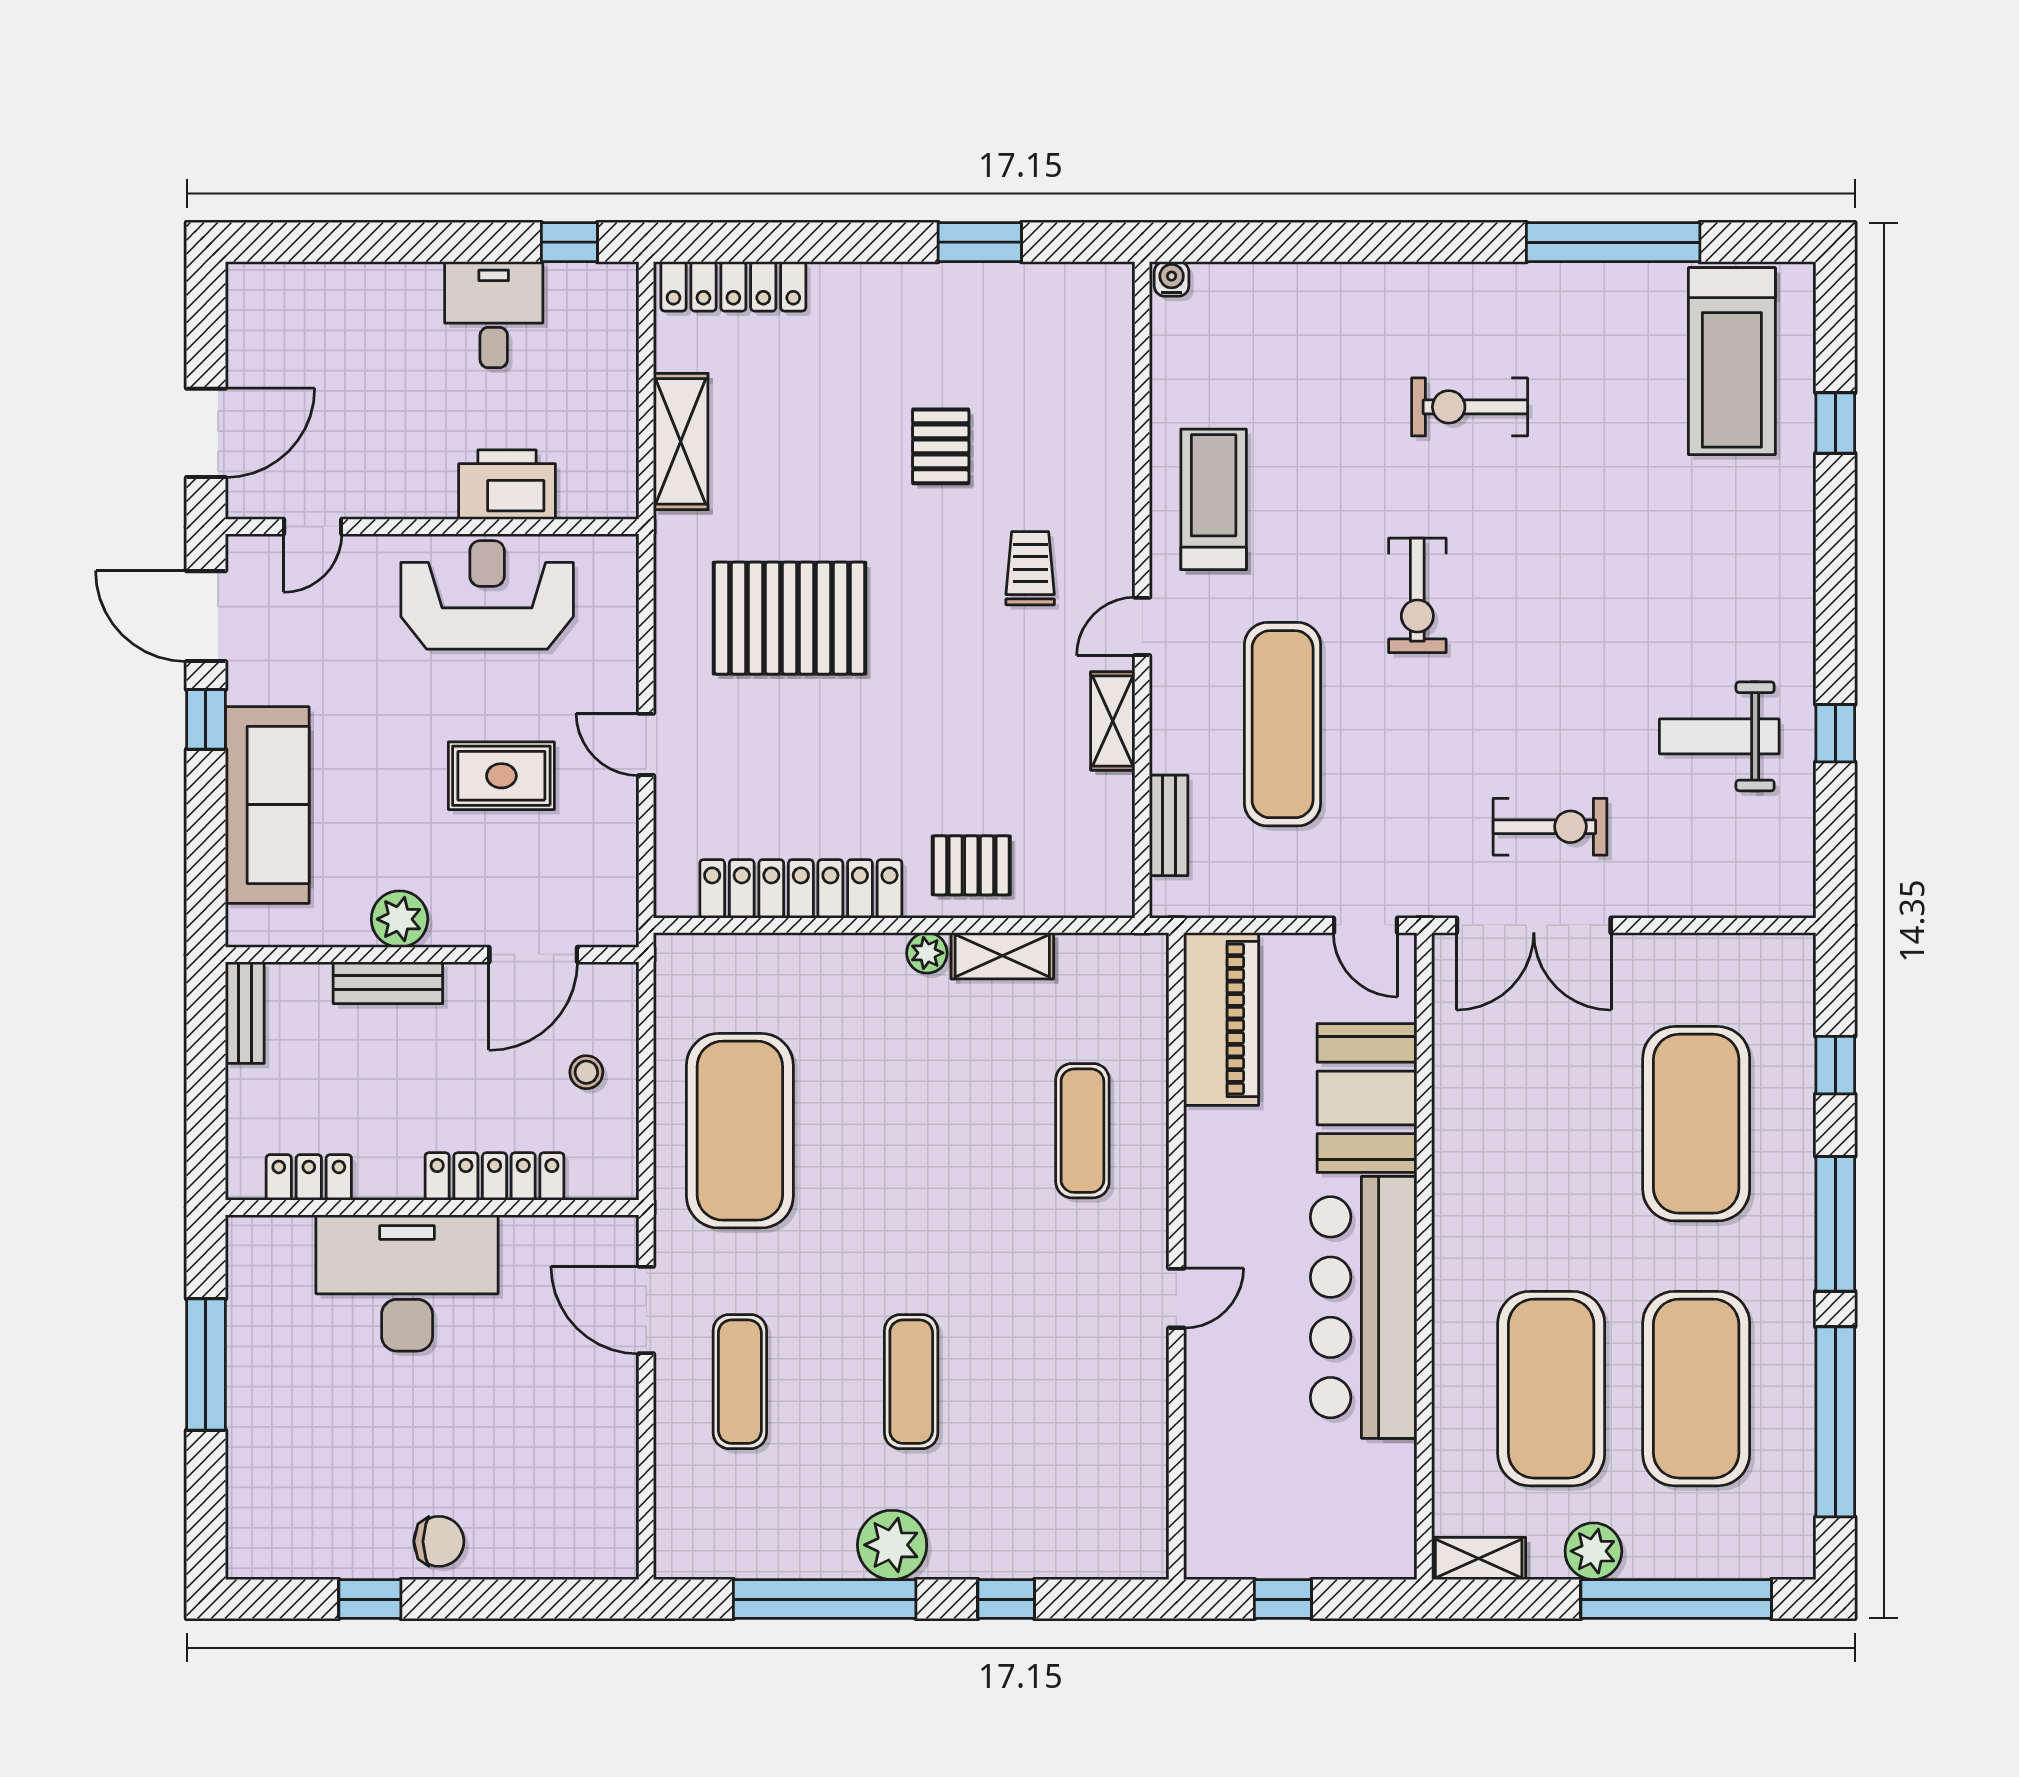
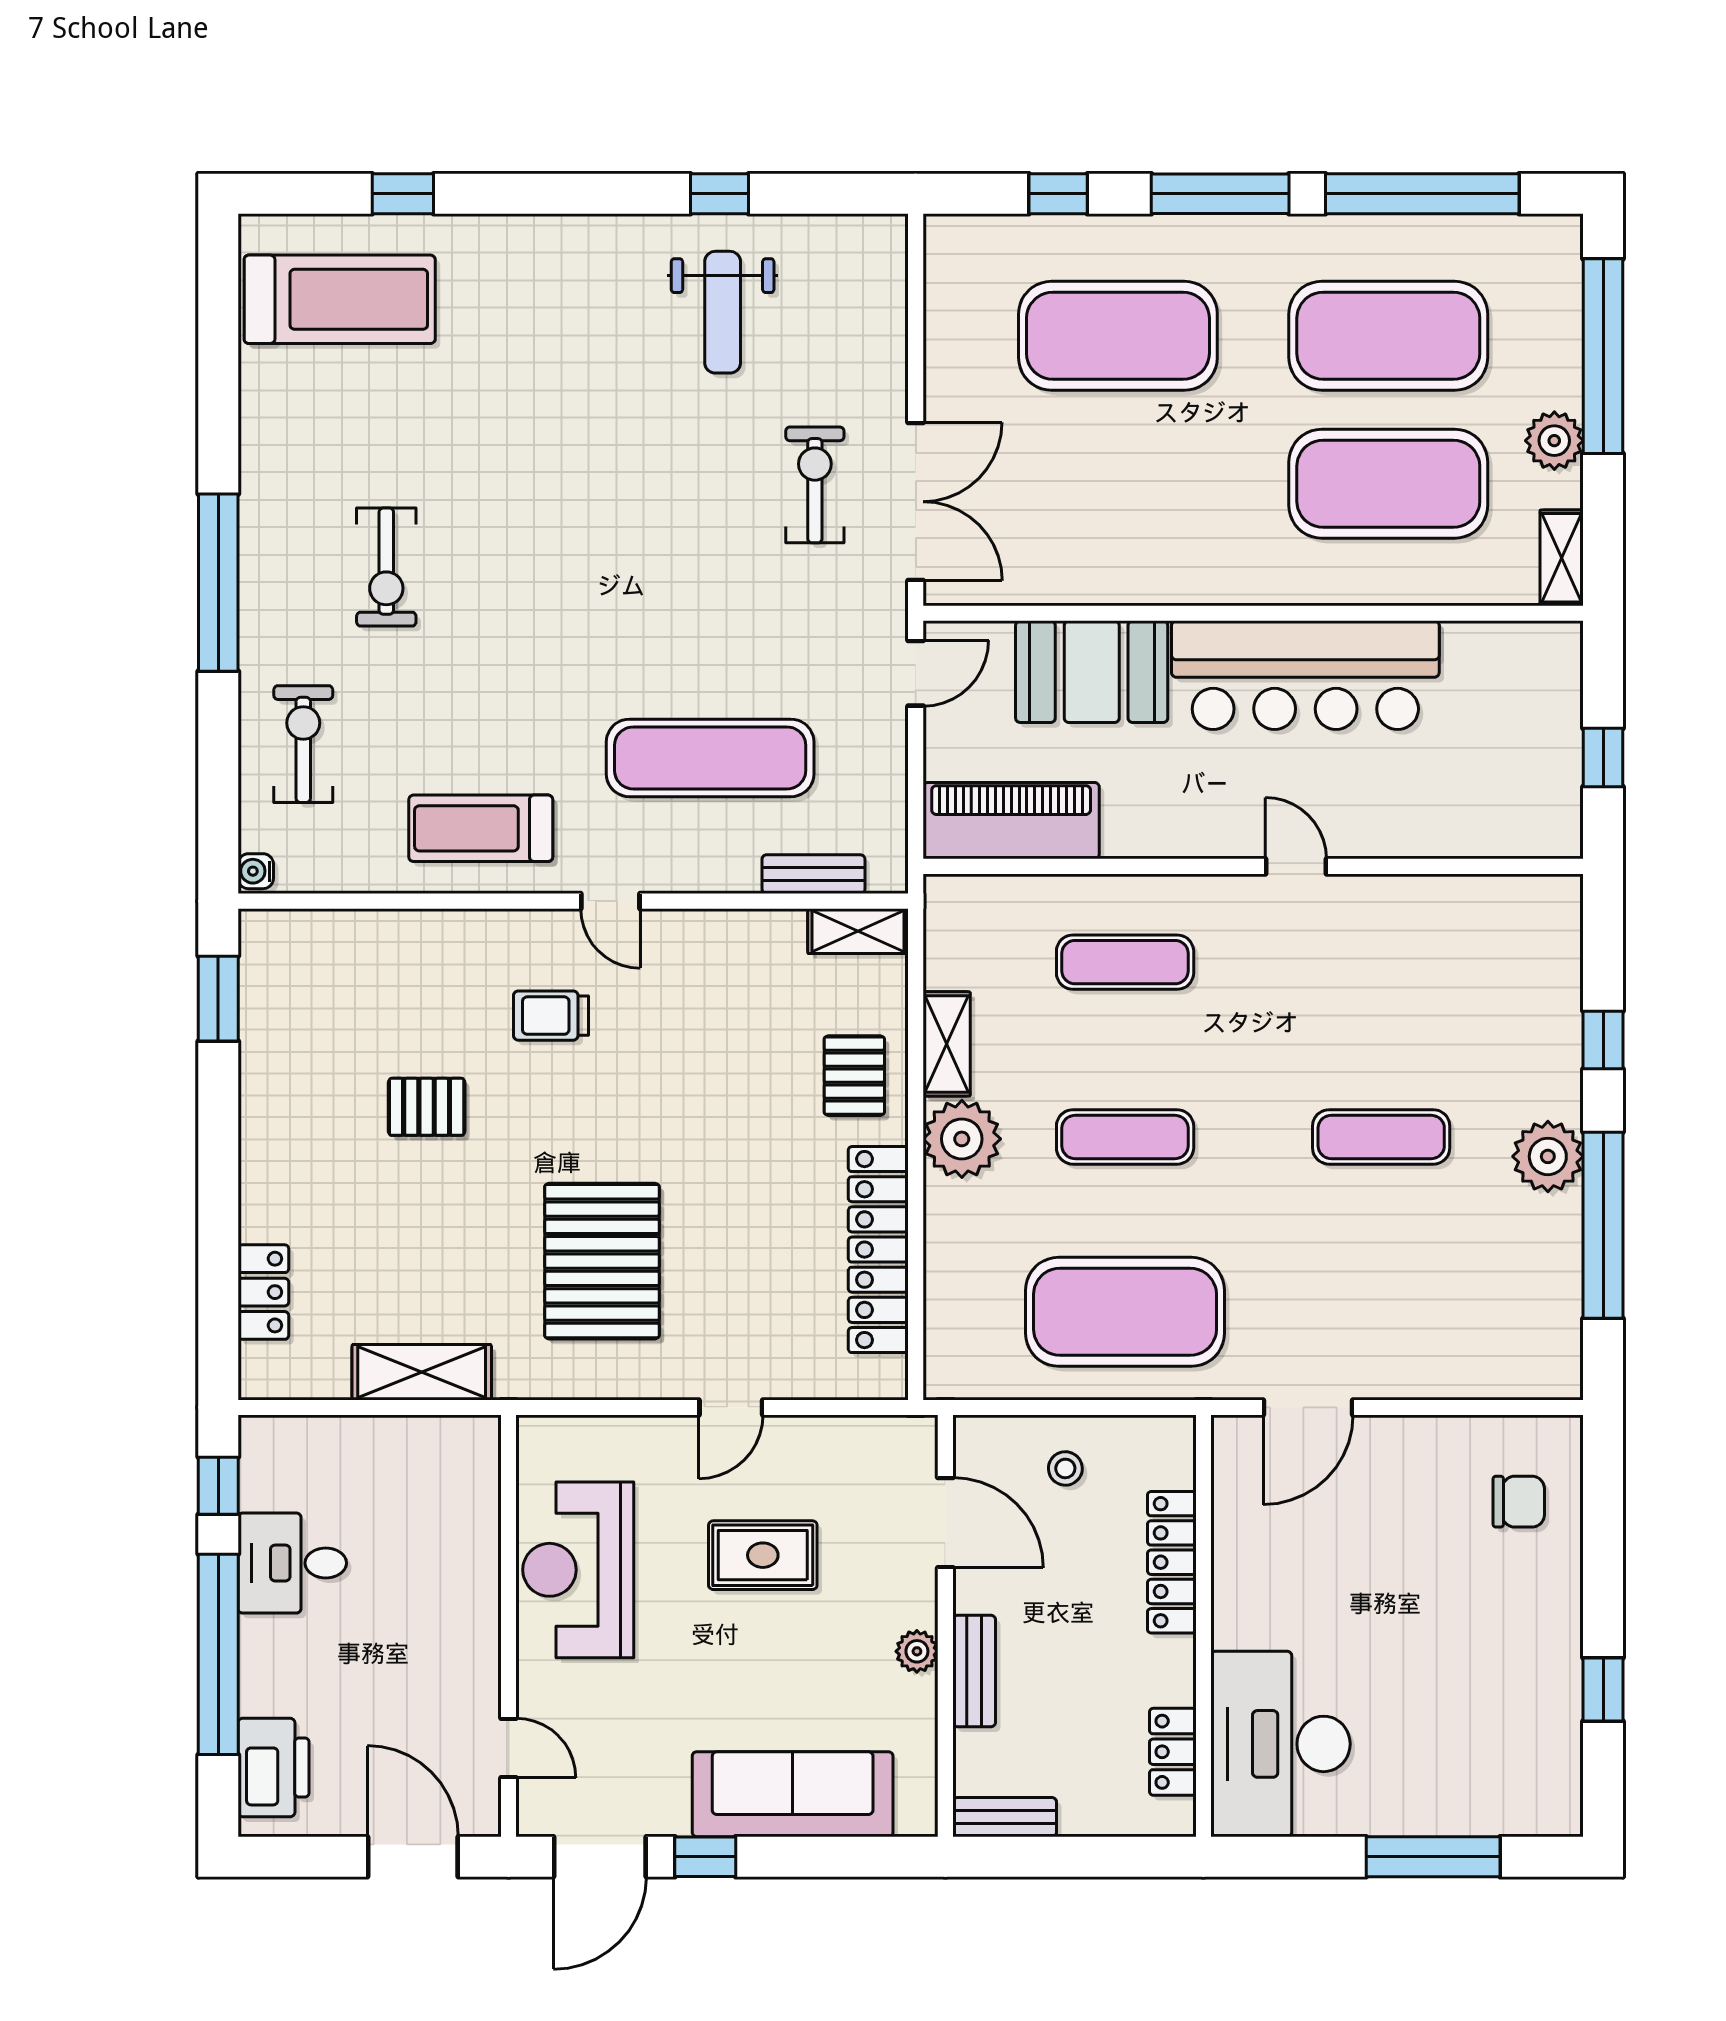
window: (404, 242) -> (218, 1654), added
window: (980, 242) -> (218, 999), moved
window: (1613, 242) -> (218, 583), moved
locker: (733, 286) -> (263, 1292), width x0.66
printer: (507, 485) -> (273, 1768), moved, turned 180
exercise bike: (1417, 595) -> (303, 744), moved, turned -90
shelving: (1113, 721) -> (858, 931), moved
rug: (501, 776) -> (763, 1555), turned 90
plant: (400, 919) -> (917, 1651), width x0.73, depth x0.73
plant: (927, 953) -> (962, 1139), width x1.87, depth x1.87
desk: (407, 1283) -> (1280, 1744), moved
window: (206, 1364) -> (1433, 1857), moved
exercise mat: (740, 1382) -> (1125, 1137), moved
chair: (439, 1541) -> (1519, 1502), moved, turned 90

